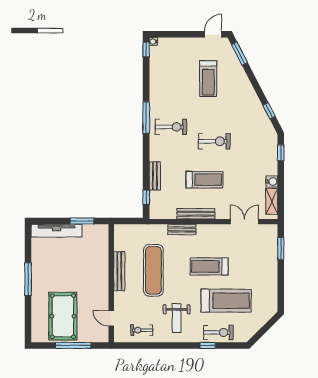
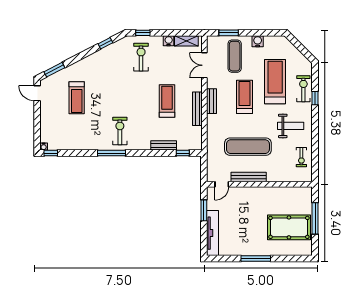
treadmill: (208, 79) -> (77, 98), turned 90
exercise bike: (214, 141) -> (141, 57), moved
bench: (182, 230) -> (211, 101), moved
exercise mat: (255, 255) -> (235, 56), added
treadmill: (209, 266) -> (244, 97), turned 180
water cooler: (271, 281) -> (258, 41), added
door: (111, 318) -> (222, 184), moved

